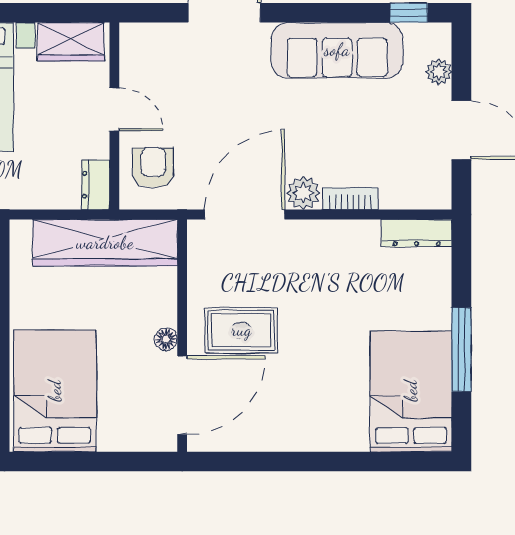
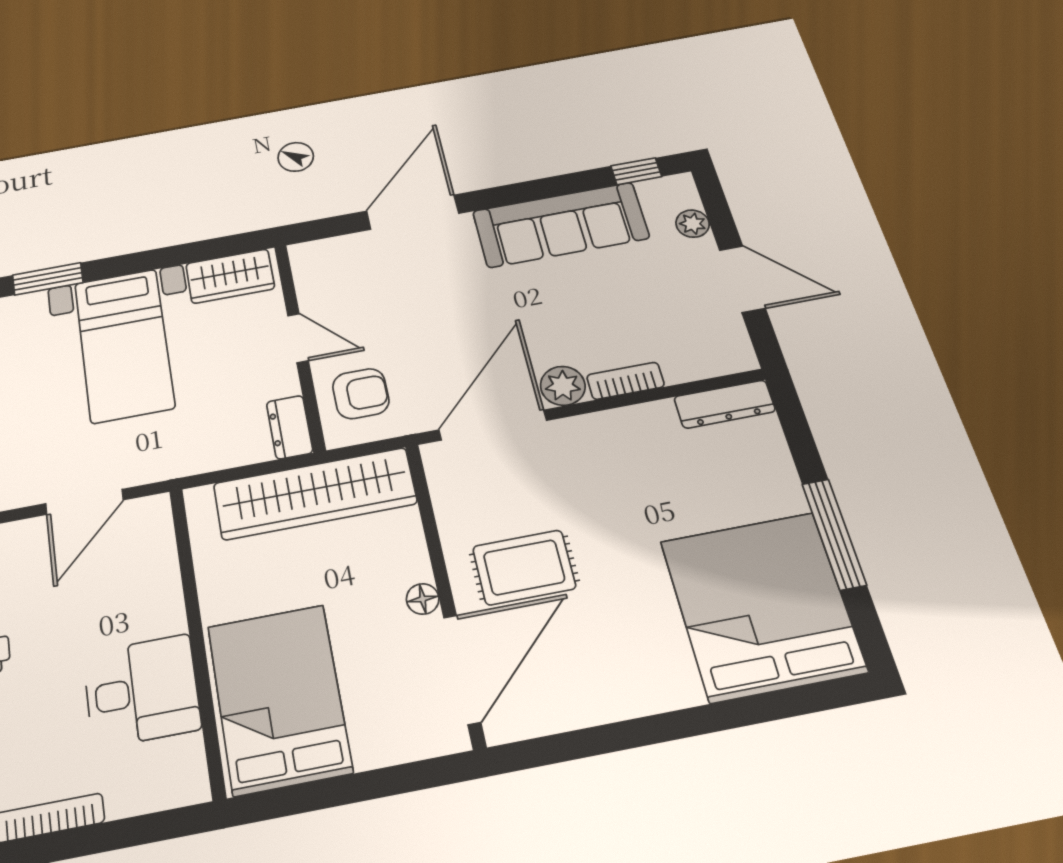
armchair: (153, 168) -> (361, 394), turned 90
bed: (411, 391) -> (762, 606), width x1.36

